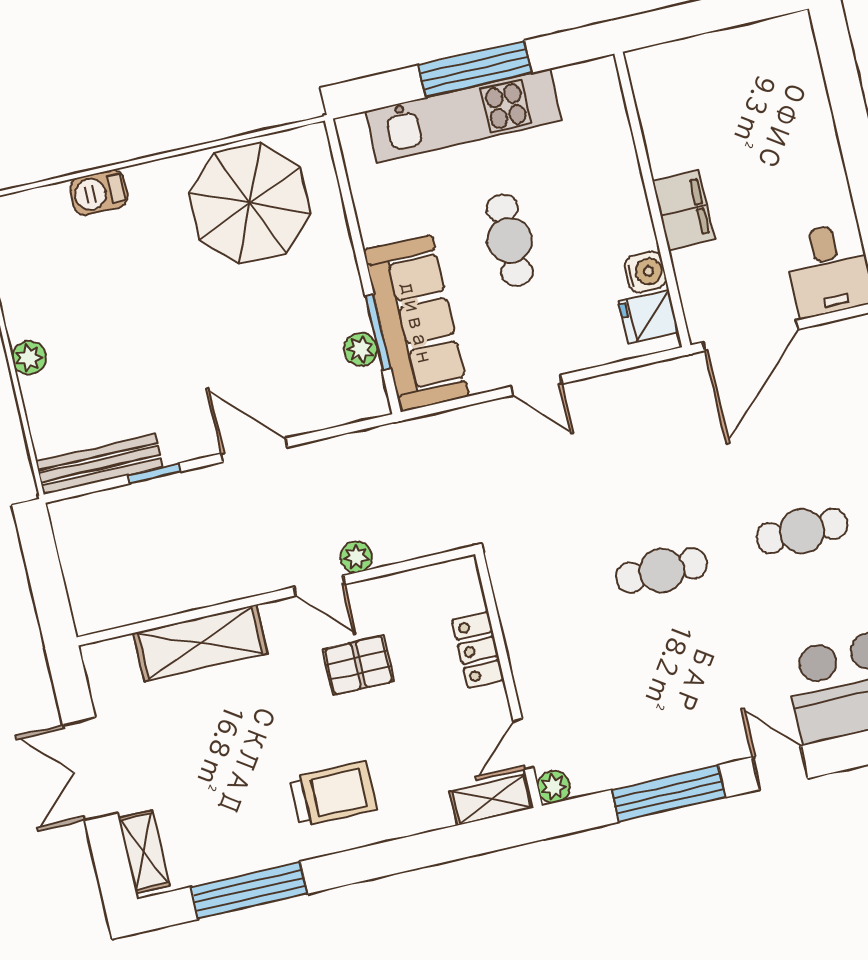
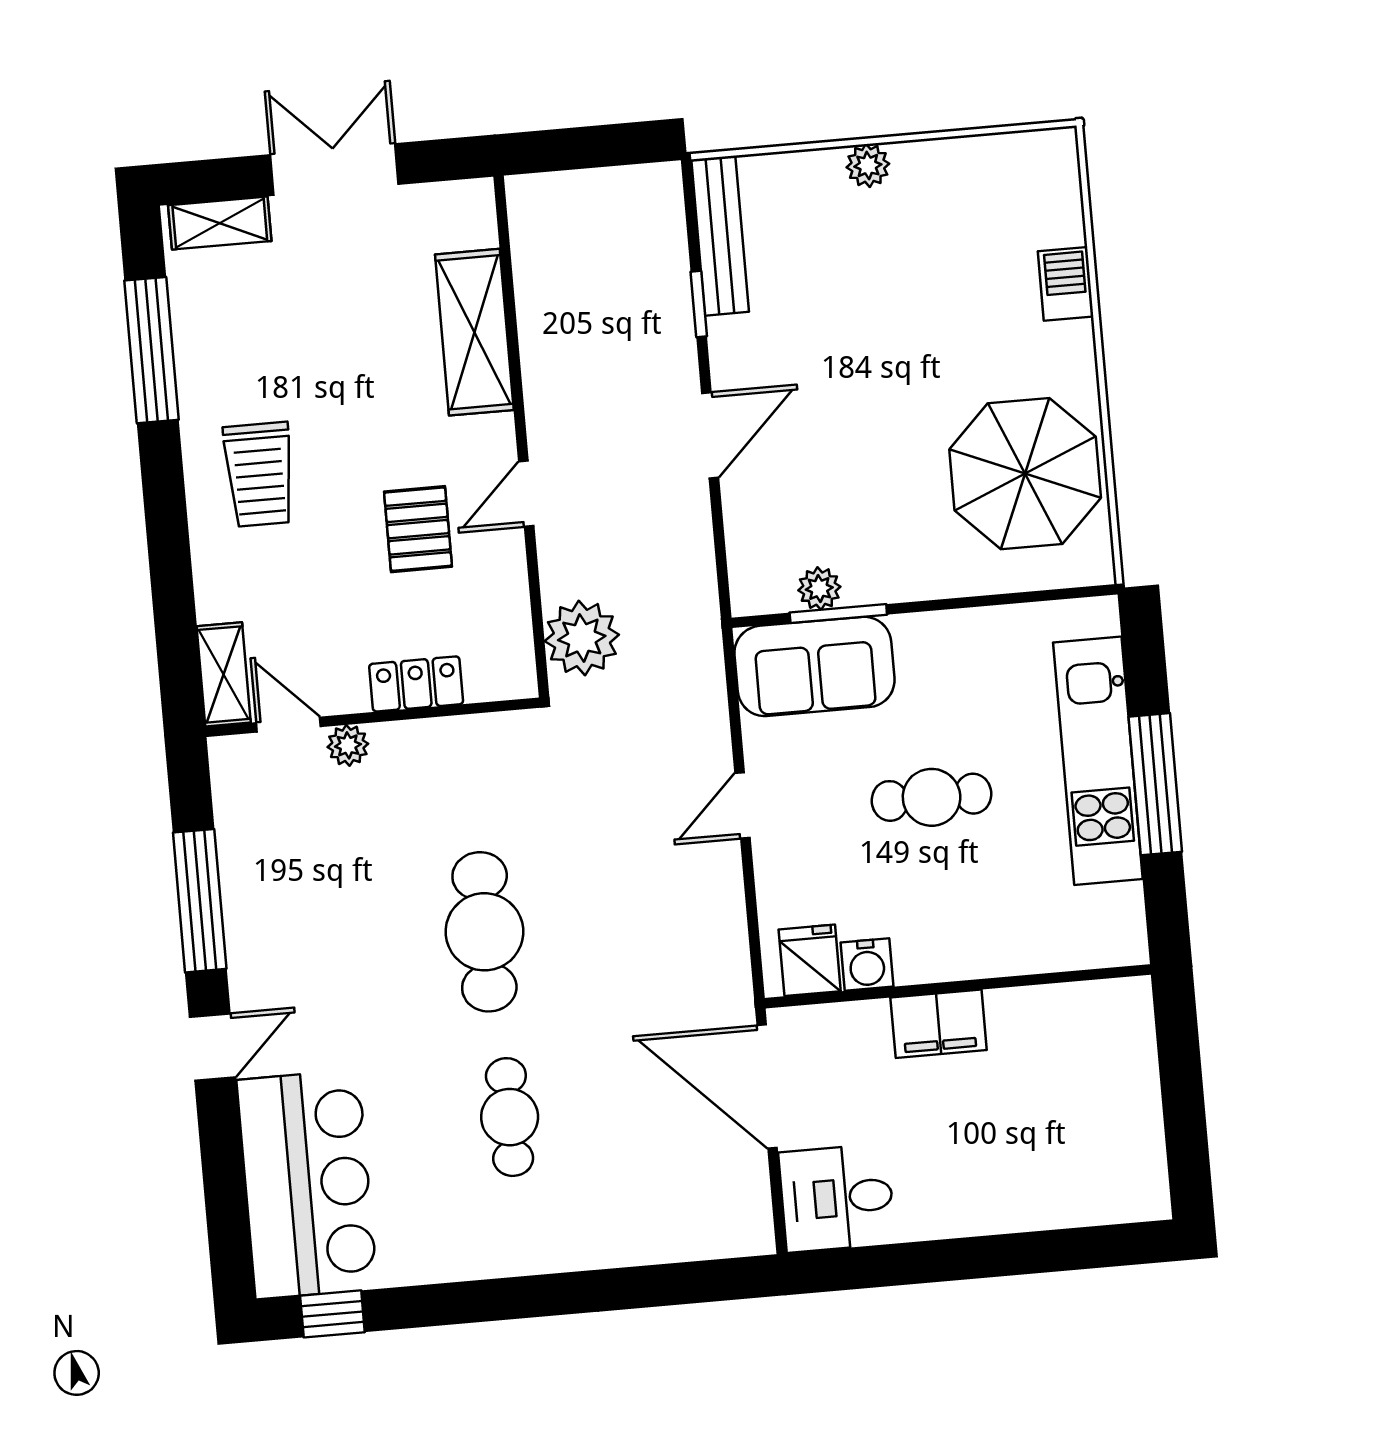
sofa: (416, 323) -> (814, 666), width x0.73
plant: (356, 557) -> (582, 638), moved, width x1.88, depth x1.88
cafe table: (662, 570) -> (484, 932), width x1.37, depth x1.35
plant: (554, 787) -> (348, 745), moved

